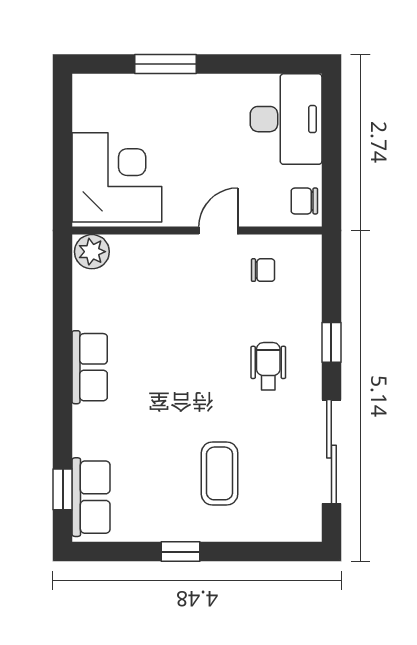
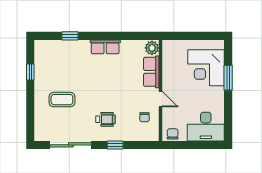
corner desk: (117, 177) -> (206, 68), moved, turned 90
window: (63, 489) -> (70, 36), moved
row of seats: (91, 497) -> (151, 72), moved, turned 90
window: (181, 552) -> (30, 72), moved

